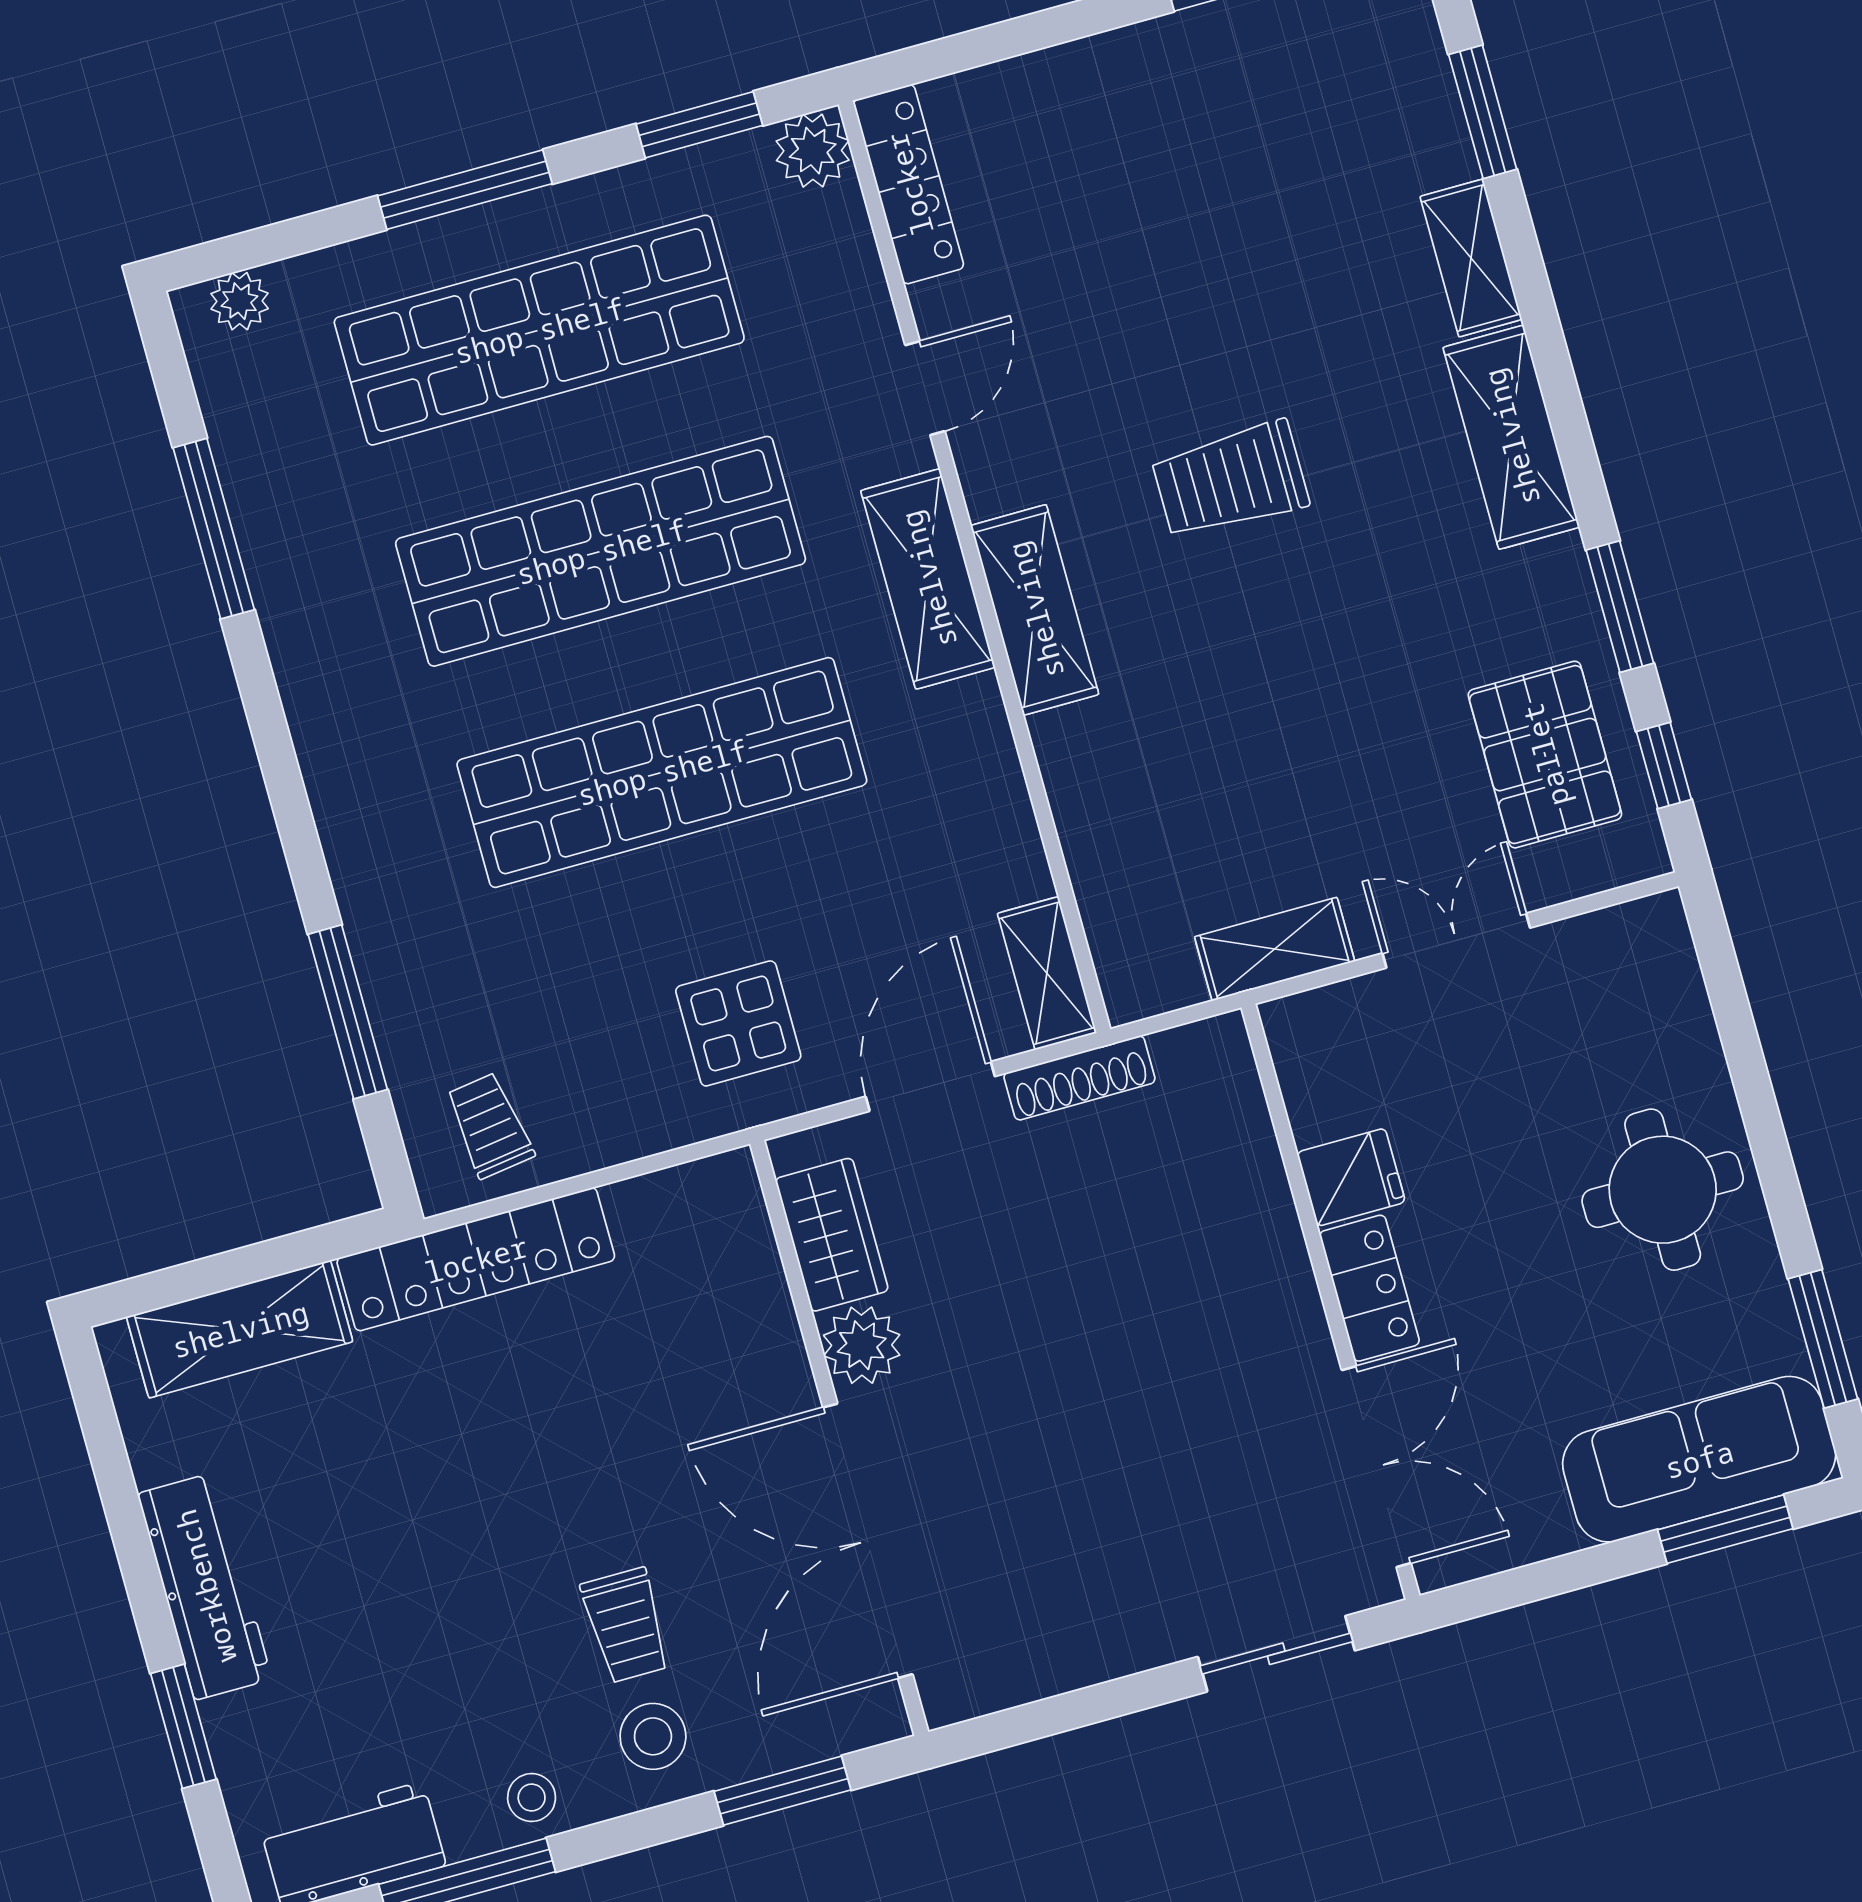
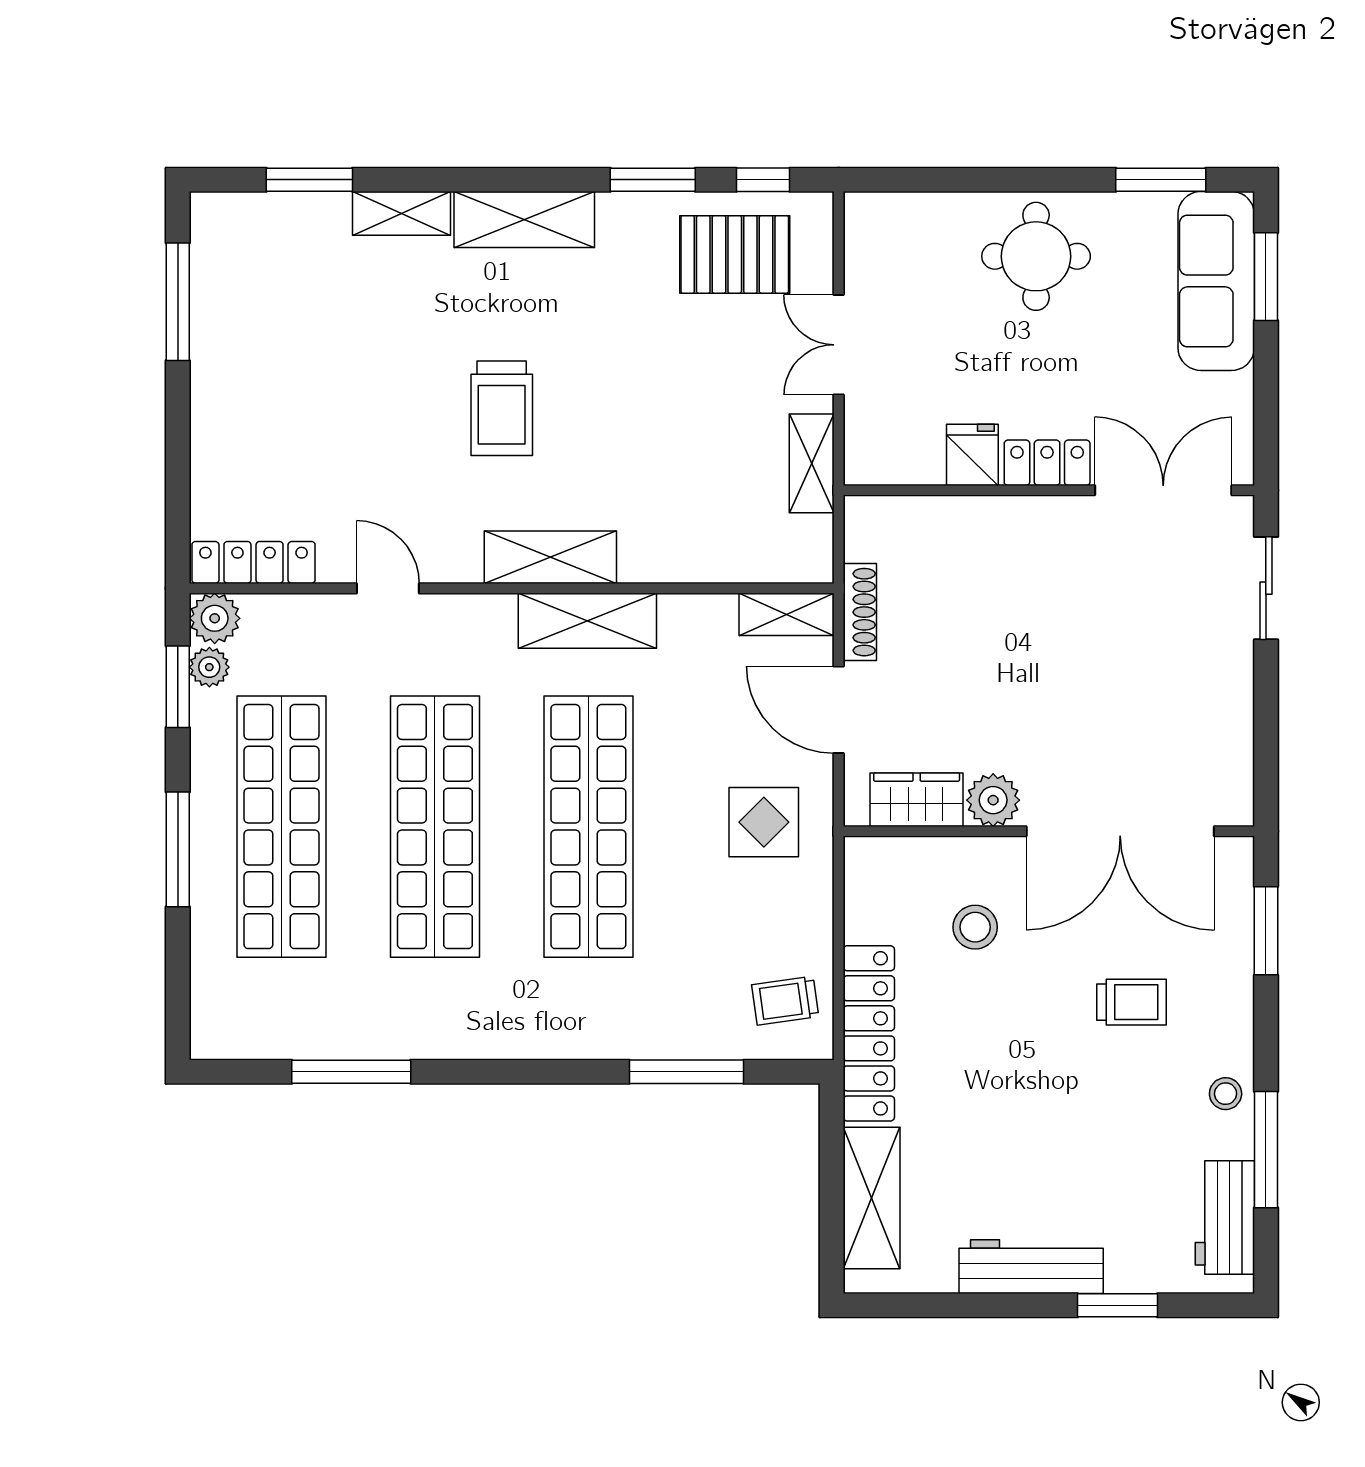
plant: (240, 301) -> (209, 667), moved
shelving: (928, 579) -> (587, 621), moved
stool: (653, 1736) -> (975, 927), moved

